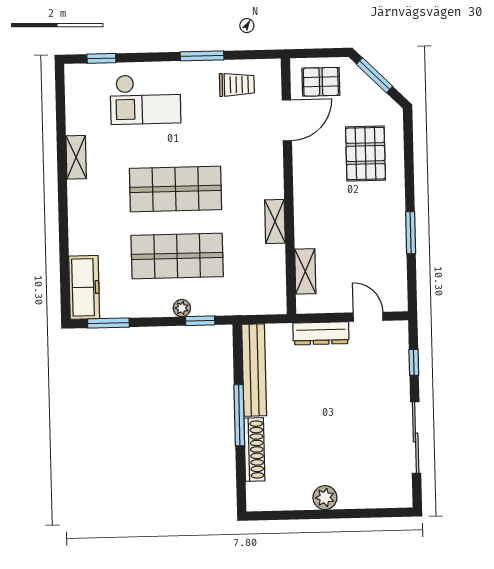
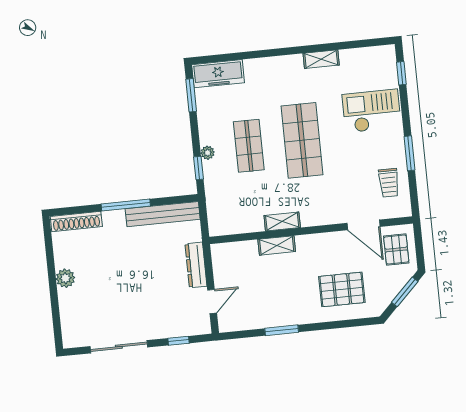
checkout: (145, 99) -> (372, 111), turned 90
shop shelf: (177, 256) -> (249, 146), width x0.70, depth x0.74
shelving: (305, 271) -> (277, 245), moved
shoe rack: (254, 450) -> (76, 222), moved

